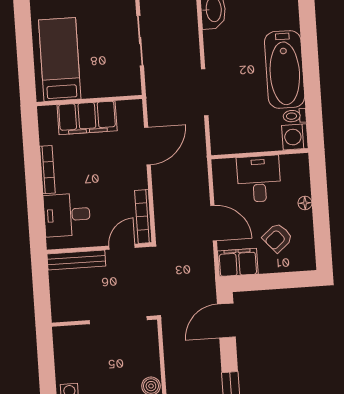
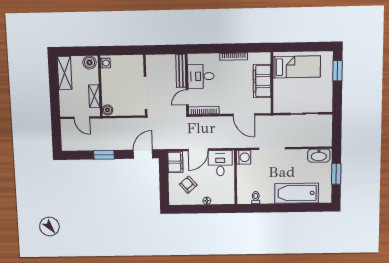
bathtub: (285, 69) -> (297, 193), moved
washing machine: (295, 137) -> (244, 157), moved, turned 90
desk: (259, 179) -> (220, 163), moved, turned -90
desk: (67, 215) -> (201, 76), moved, turned -90
door: (122, 247) -> (187, 97), swing flipped
door: (226, 321) -> (143, 154), hinge flipped

